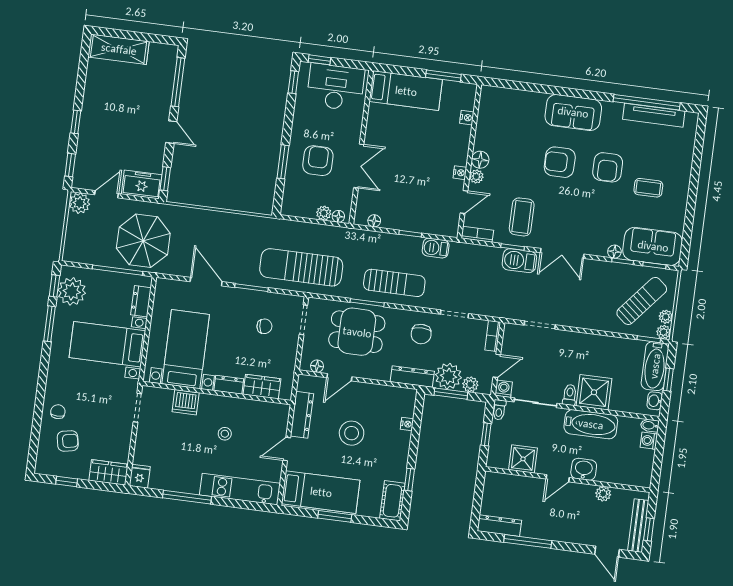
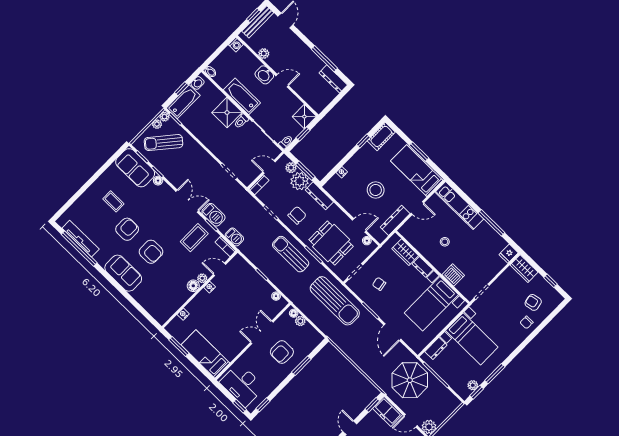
barbecue: (436, 248) -> (234, 237), moved
plant: (72, 291) -> (473, 385), width x0.53, depth x0.53
washing machine: (504, 389) -> (275, 152), removed
washing machine: (649, 441) -> (236, 45), moved
shower: (523, 459) -> (304, 117), moved

